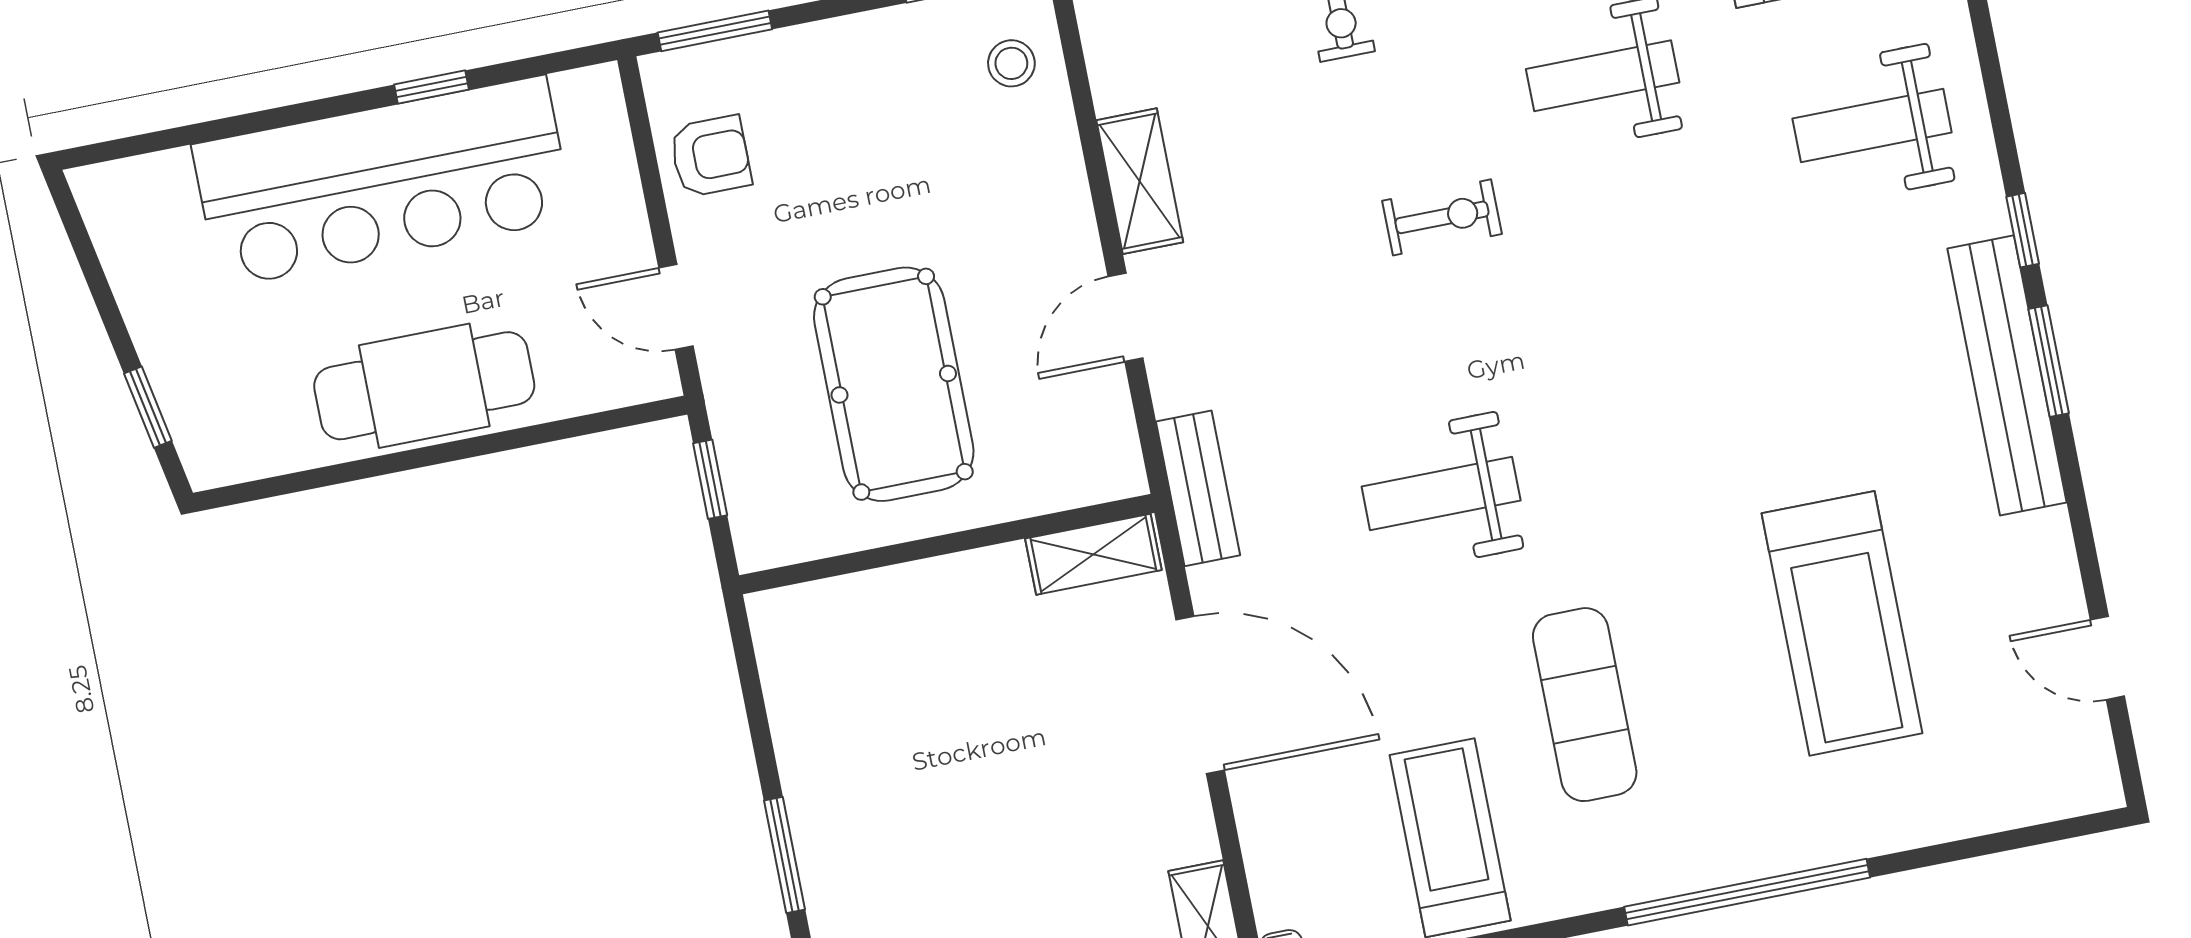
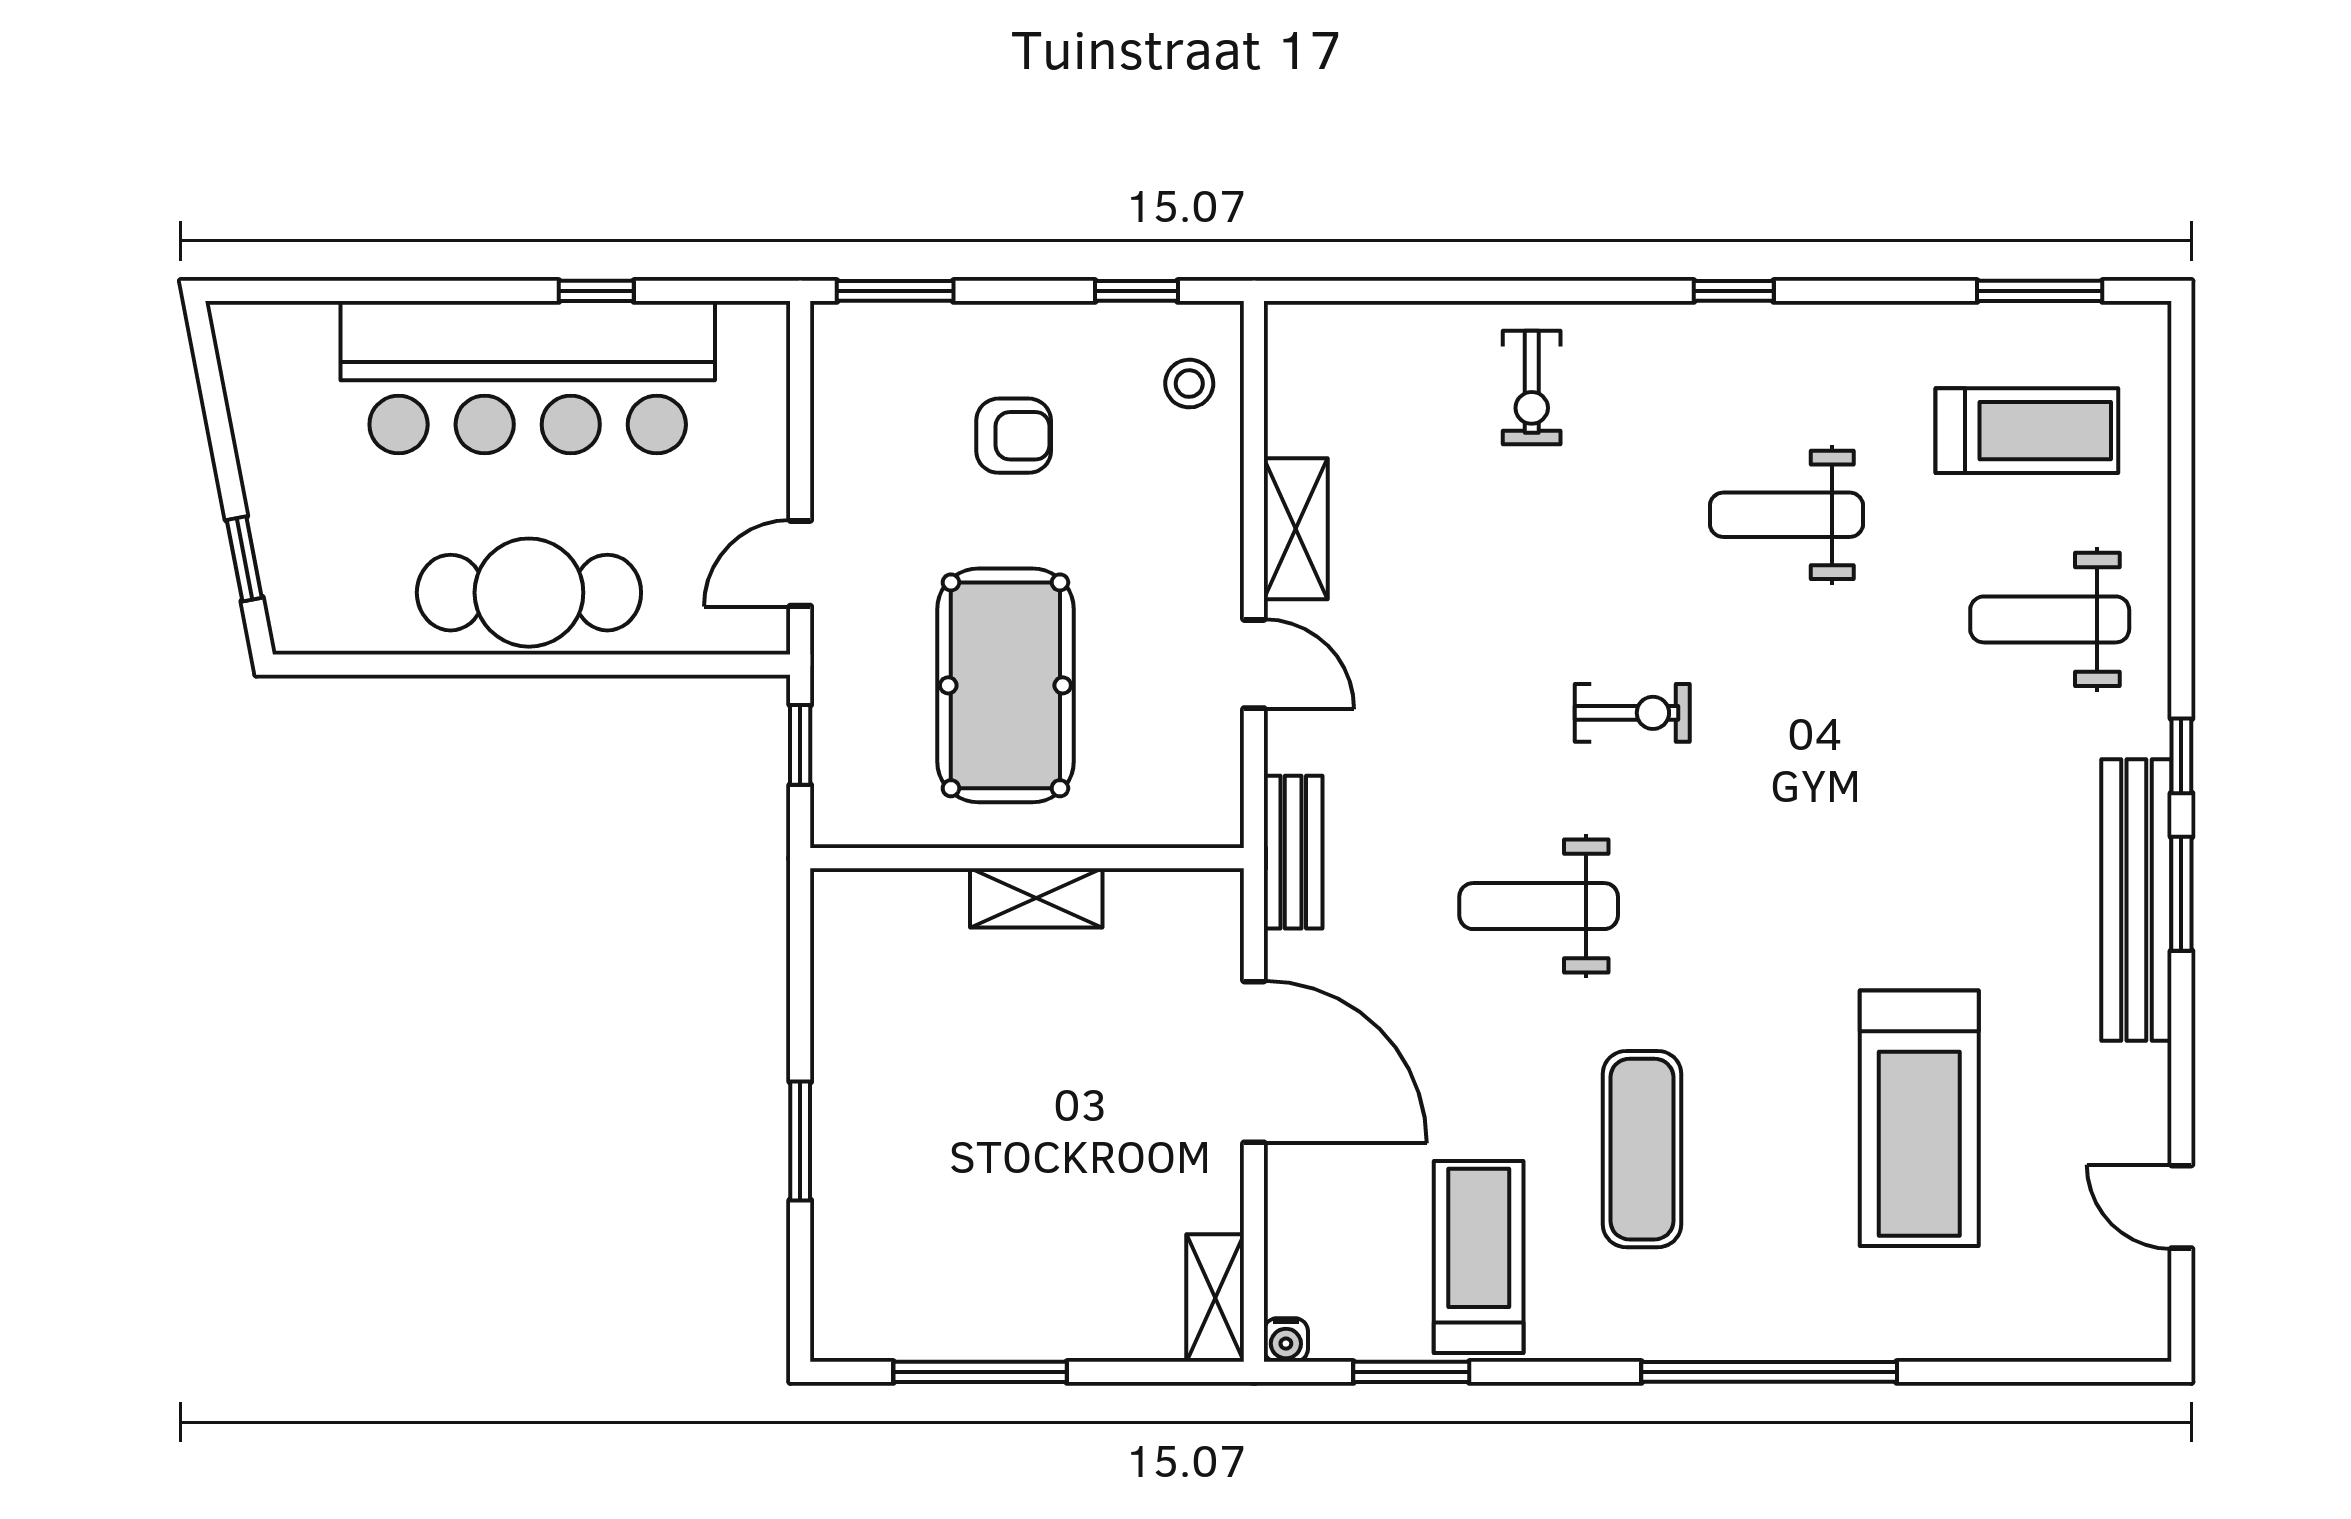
armchair: (711, 156) -> (1014, 436), moved
exercise bike: (1442, 217) -> (1632, 713), moved
door: (676, 307) -> (800, 563), hinge flipped
door: (1125, 317) -> (1254, 664), swing flipped
shelving: (1093, 554) -> (1036, 898), moved

